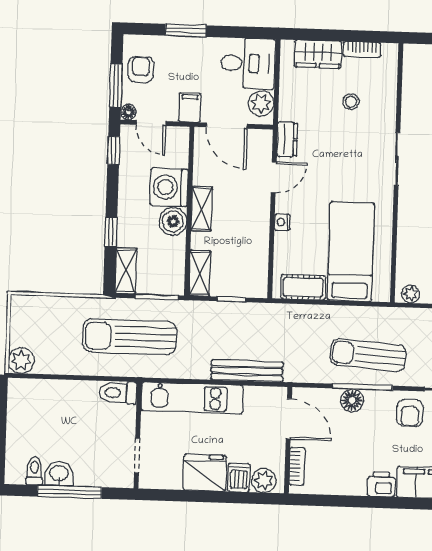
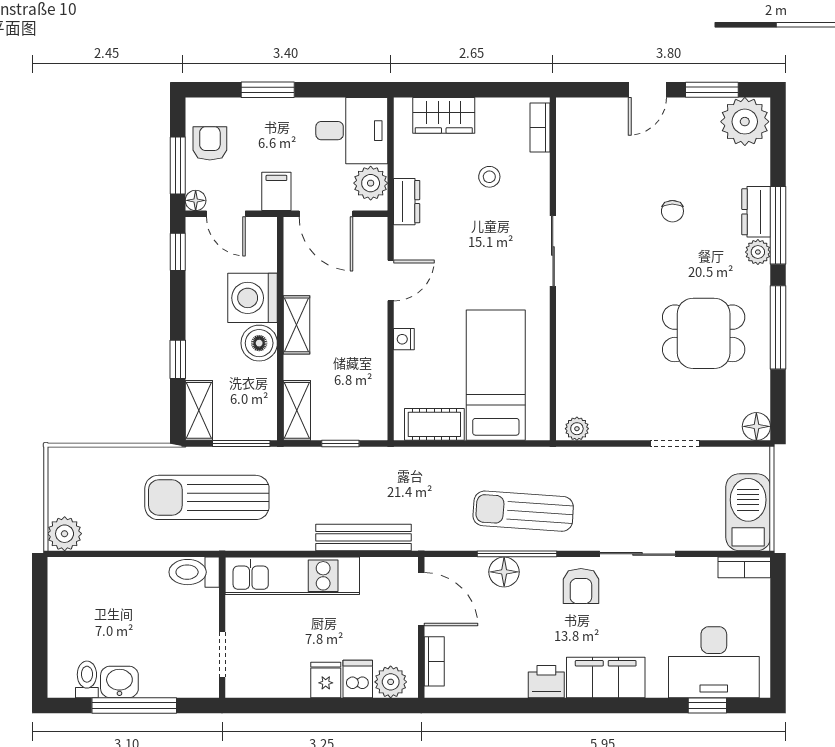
bookcase: (362, 50) -> (540, 127), moved, turned 90
dresser: (287, 139) -> (407, 202), moved
fridge: (205, 473) -> (326, 680), width x0.53, depth x0.75

